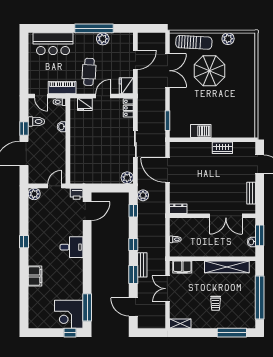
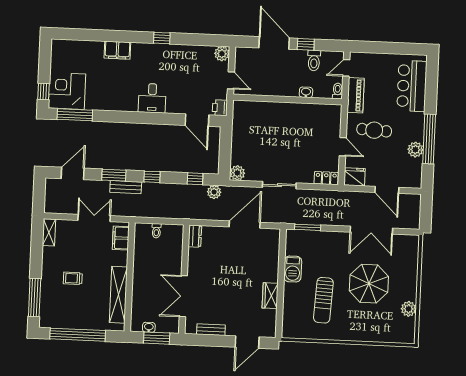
sun lounger: (194, 42) -> (323, 300), moved
fridge: (85, 104) -> (333, 123), removed

